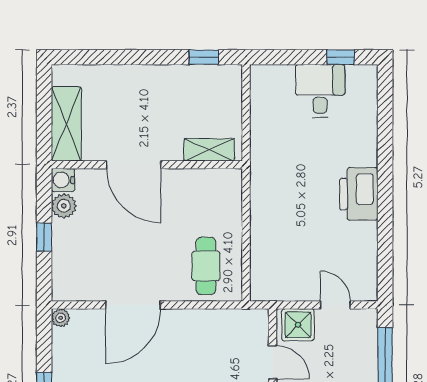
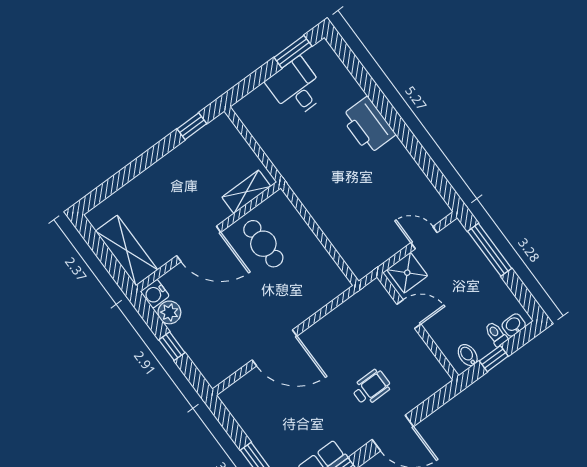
window: (341, 57) -> (293, 52), width x1.50
printer: (359, 194) -> (368, 125), moved
cafe table: (206, 266) -> (263, 244), moved
door: (133, 305) -> (275, 348), hinge flipped
plant: (61, 318) -> (228, 397), removed

